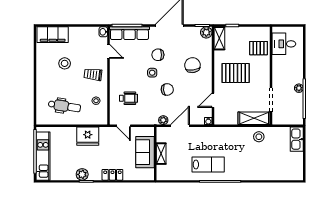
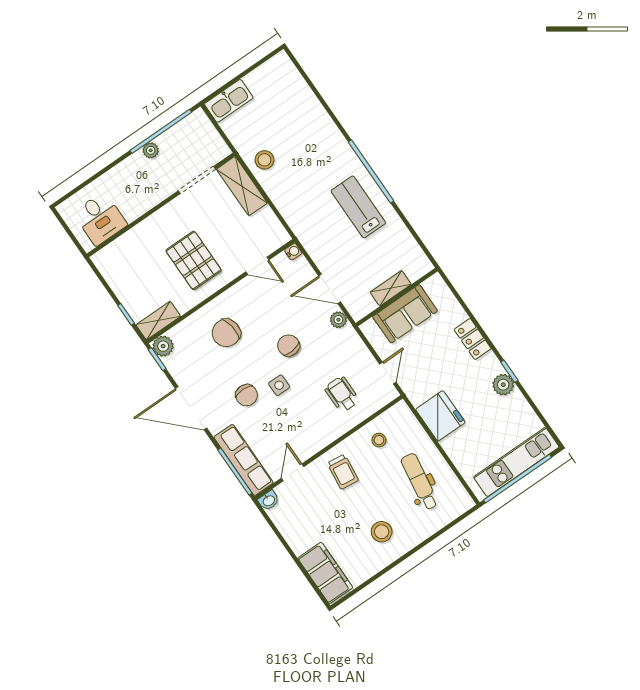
pallet: (258, 48) -> (133, 252), removed
stool: (65, 63) -> (382, 532), moved

